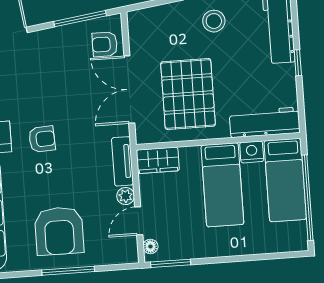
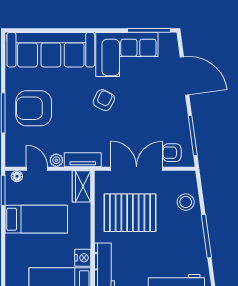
stool: (214, 21) -> (186, 202), moved
armchair: (105, 44) -> (172, 153), turned -90
armchair: (42, 139) -> (104, 100), turned -150
bed: (222, 185) -> (36, 219), moved, turned 180

